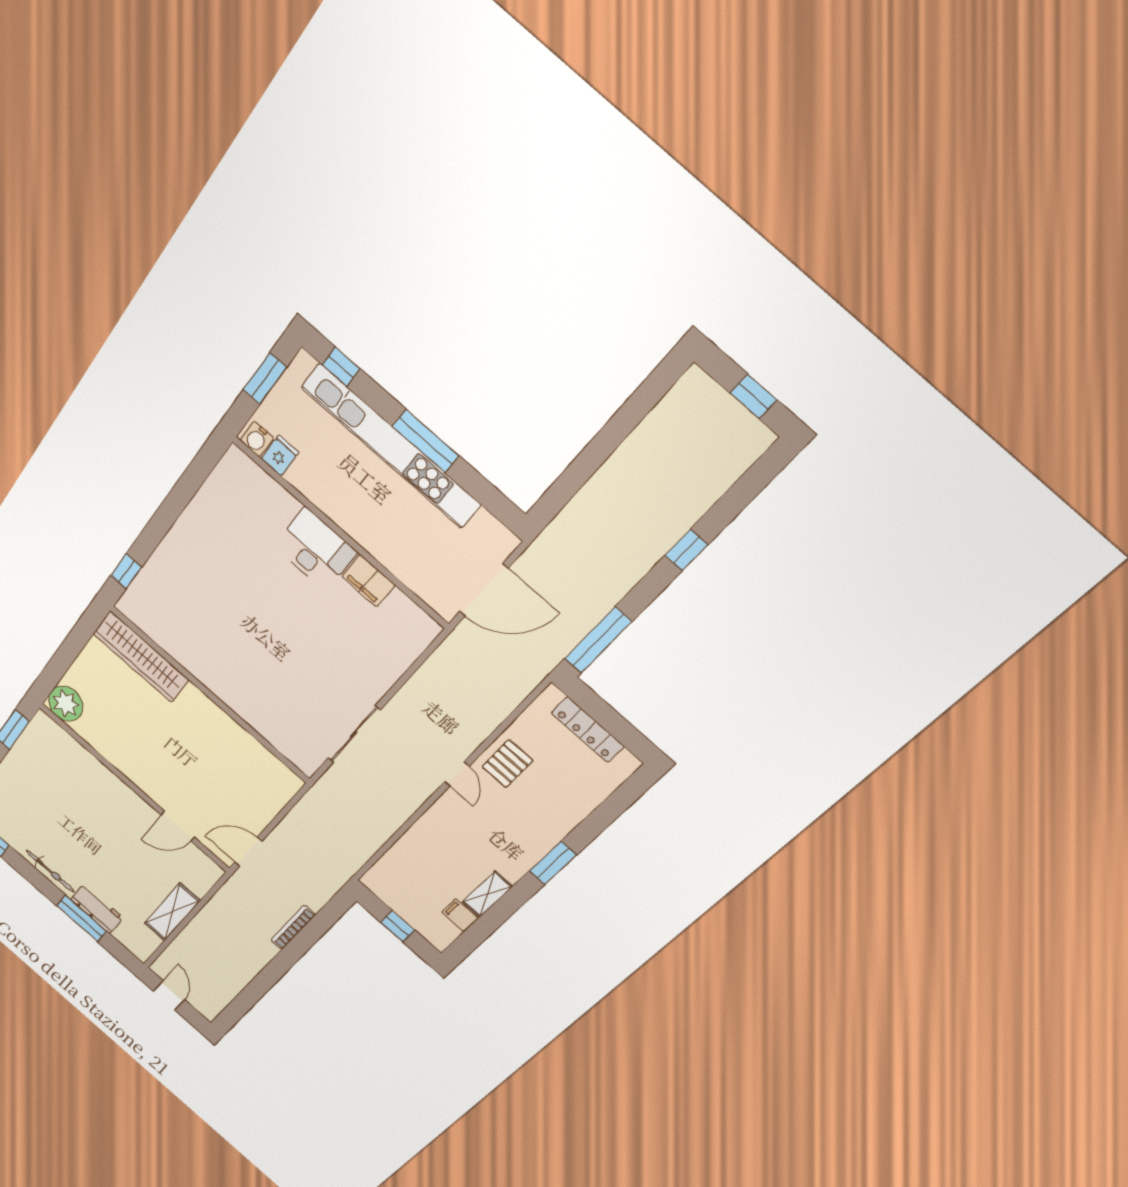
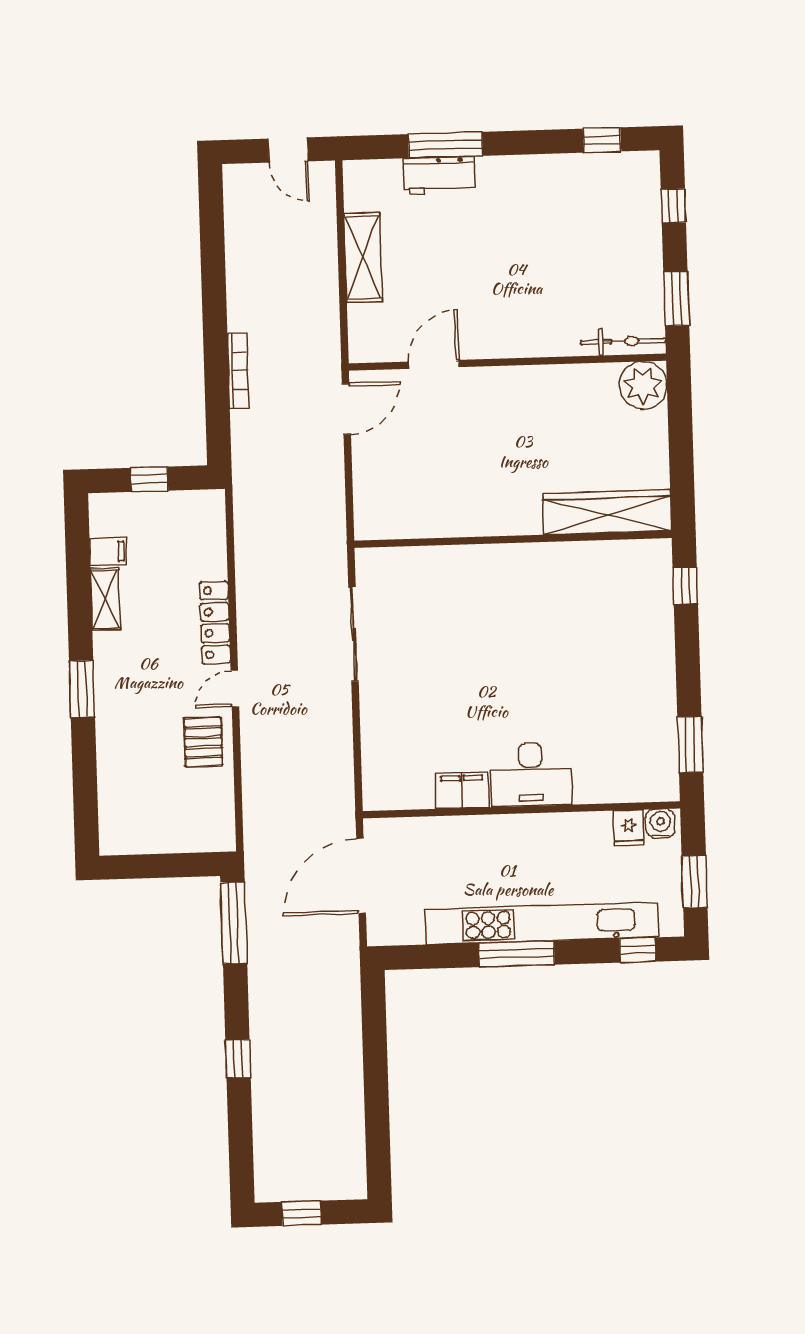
window: (197, 472) -> (690, 745), added
locker: (588, 730) -> (215, 623), moved, turned -90
door: (457, 774) -> (235, 689), hinge flipped
bicycle: (50, 871) -> (623, 341), moved, turned 180

